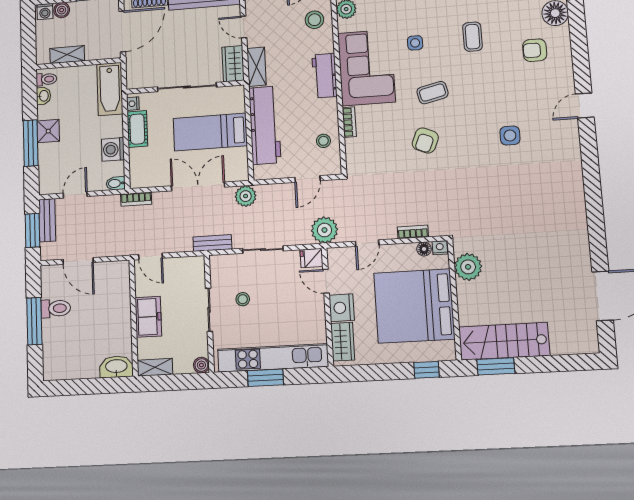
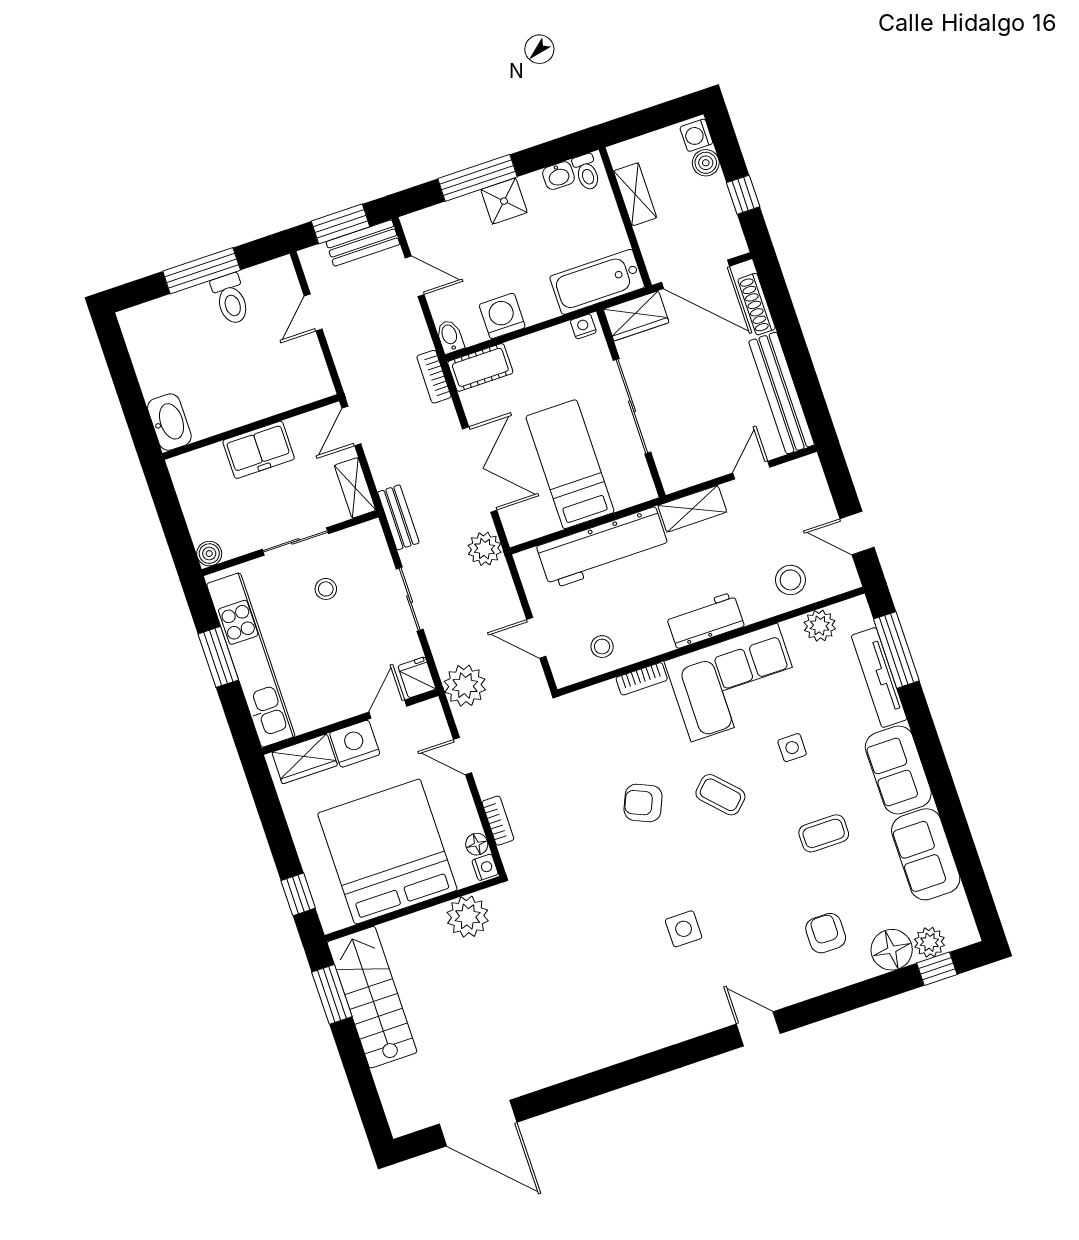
wardrobe: (233, 64) -> (636, 316), moved, turned 180
coffee table: (433, 93) -> (720, 795), turned -31
cot: (137, 129) -> (480, 367), moved
door: (78, 261) -> (313, 312), width x0.73
shelving: (155, 367) -> (355, 488), moved

